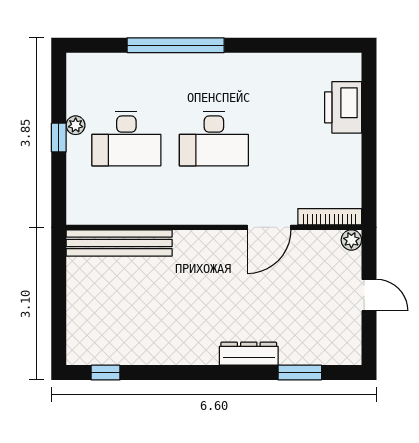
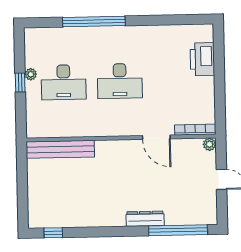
door: (269, 227) -> (156, 137), hinge flipped
window: (300, 373) -> (178, 230), width x2.11

